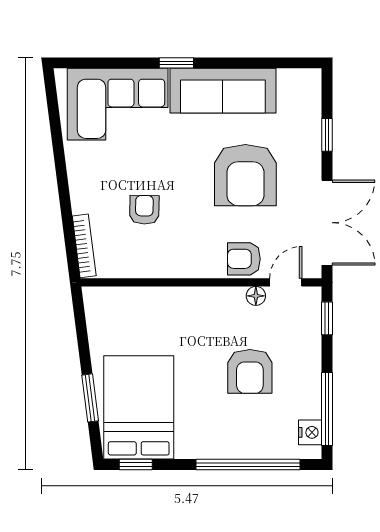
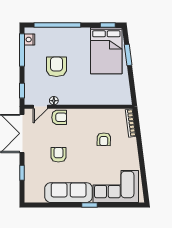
armchair: (245, 175) -> (58, 155), width x0.53, depth x0.53

